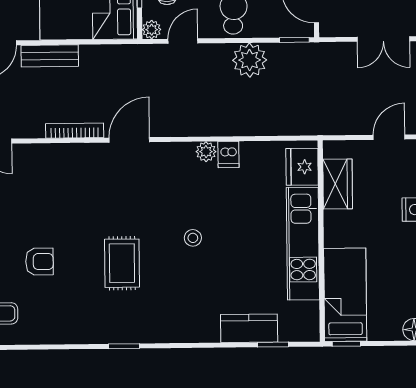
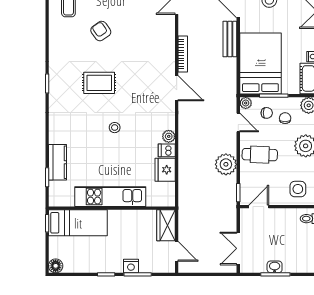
fridge: (302, 167) -> (165, 170), moved, turned -90
wardrobe: (338, 184) -> (166, 225), moved, turned 90
armchair: (39, 262) -> (101, 31), turned 145

